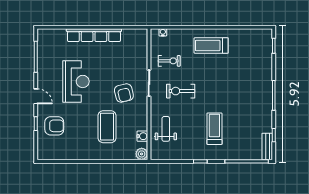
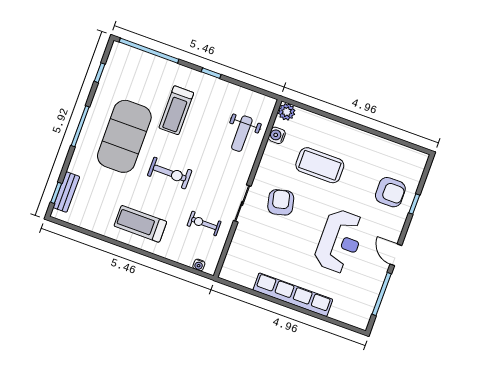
treadmill: (211, 46) -> (140, 224), turned 180
reception desk: (76, 81) -> (340, 241), turned 180
exercise bike: (181, 91) -> (170, 173), moved
door: (36, 96) -> (396, 255), moved
exercise mat: (242, 99) -> (124, 136), added
armchair: (54, 126) -> (390, 192), turned 180
coffee table: (107, 127) -> (320, 165), turned 90
bench: (267, 147) -> (66, 192), moved

